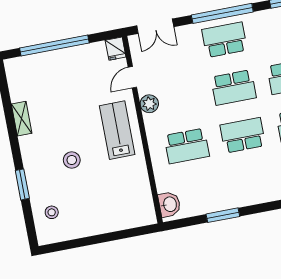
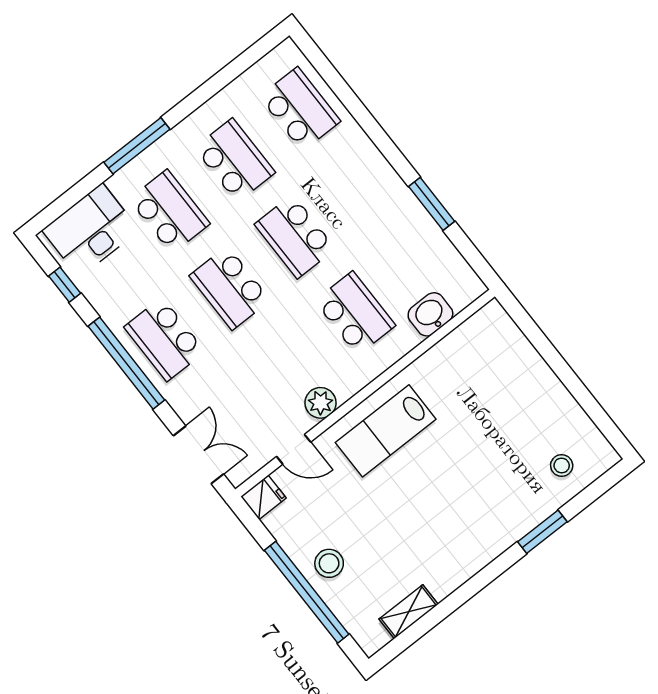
school desk: (234, 87) -> (230, 288), turned 180
shelving: (22, 119) -> (409, 612), moved
stool: (72, 160) -> (329, 563), moved
washbasin: (169, 204) -> (430, 314), moved

